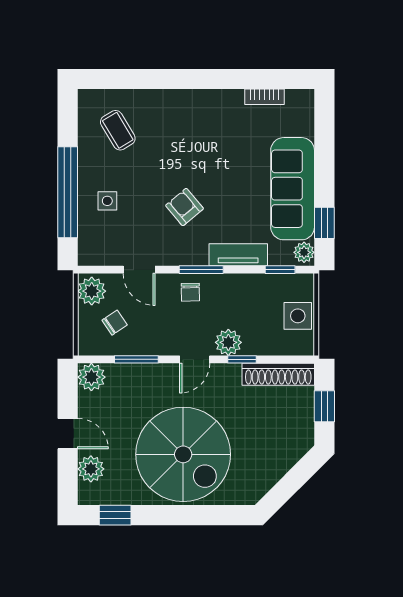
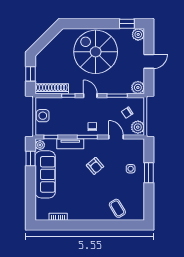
coffee table: (118, 130) -> (117, 208), moved
window: (68, 192) -> (149, 173), width x0.47
plant: (228, 342) -> (75, 103), removed
door: (195, 359) -> (90, 96), hinge flipped
door: (68, 434) -> (149, 61), swing flipped
plant: (91, 469) -> (138, 34), moved

